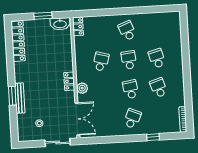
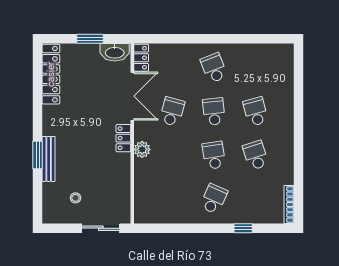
double door: (77, 119) -> (132, 96), moved

